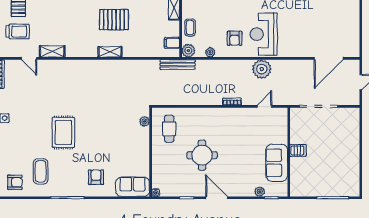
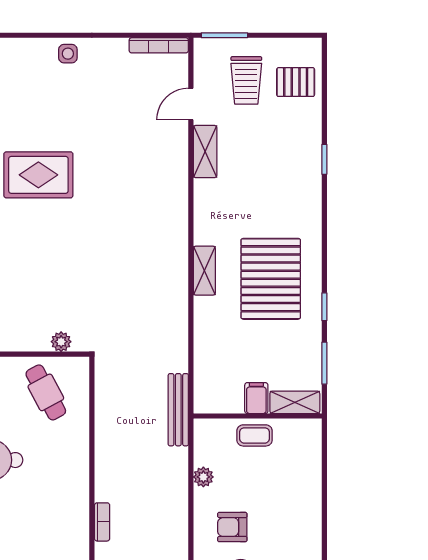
pallet: (114, 20) -> (271, 279), width x1.37, depth x1.41
filing cabinet: (172, 43) -> (256, 398), moved
plant: (188, 51) -> (207, 432), removed
cafe table: (169, 129) -> (46, 392), turned 62

